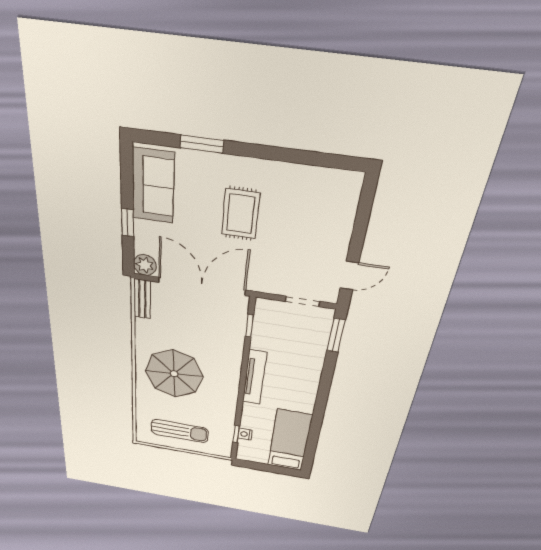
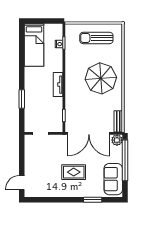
rug: (241, 214) -> (74, 172), turned 90
window: (128, 223) -> (125, 160), width x3.17
door: (349, 275) -> (22, 182), moved
window: (336, 335) -> (22, 99), moved
tv unit: (254, 377) -> (58, 85), width x0.71

